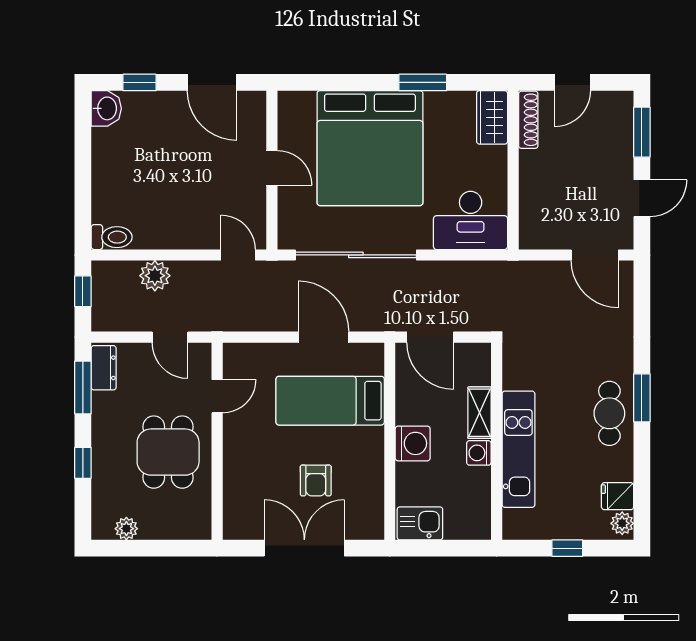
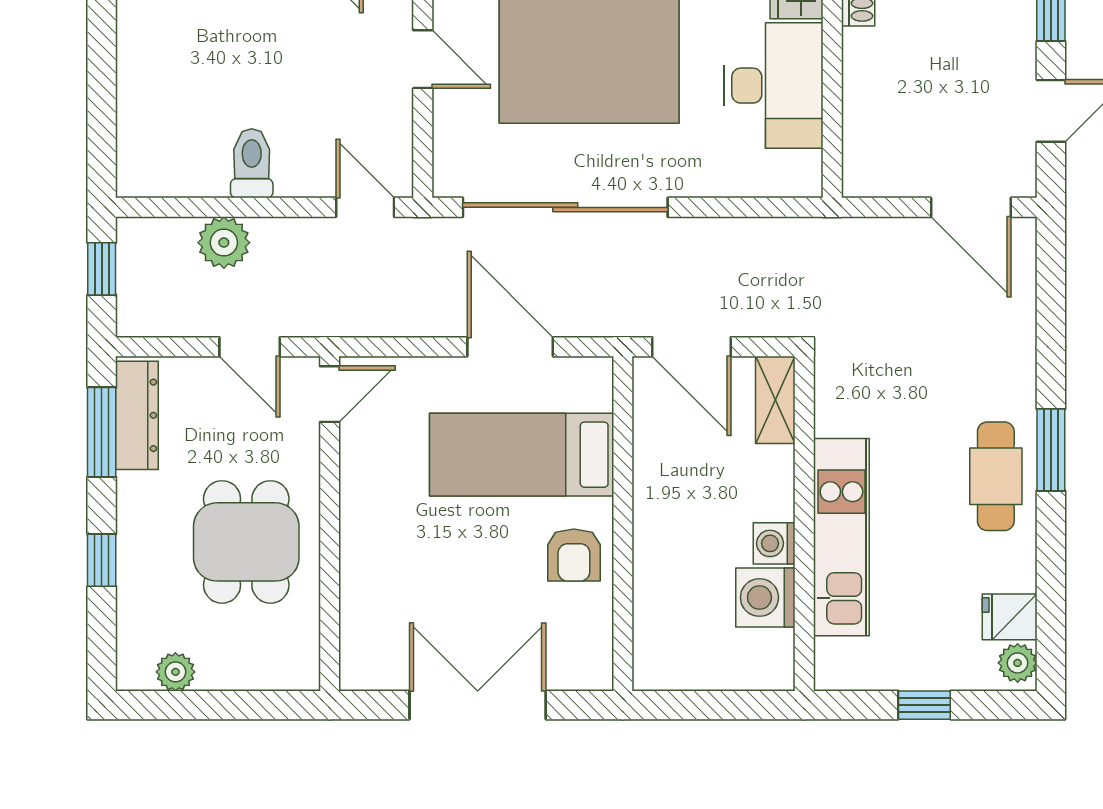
desk: (471, 220) -> (773, 86), moved, turned -90
toilet: (112, 237) -> (252, 163), moved, turned -90
dresser: (104, 368) -> (137, 415), width x1.44
door: (217, 396) -> (330, 394), moved
shelving: (480, 413) -> (775, 400), moved
washing machine: (413, 443) -> (765, 598), moved, turned 180
armchair: (316, 480) -> (574, 555), moved
kitchen sink: (420, 523) -> (674, 663), removed

